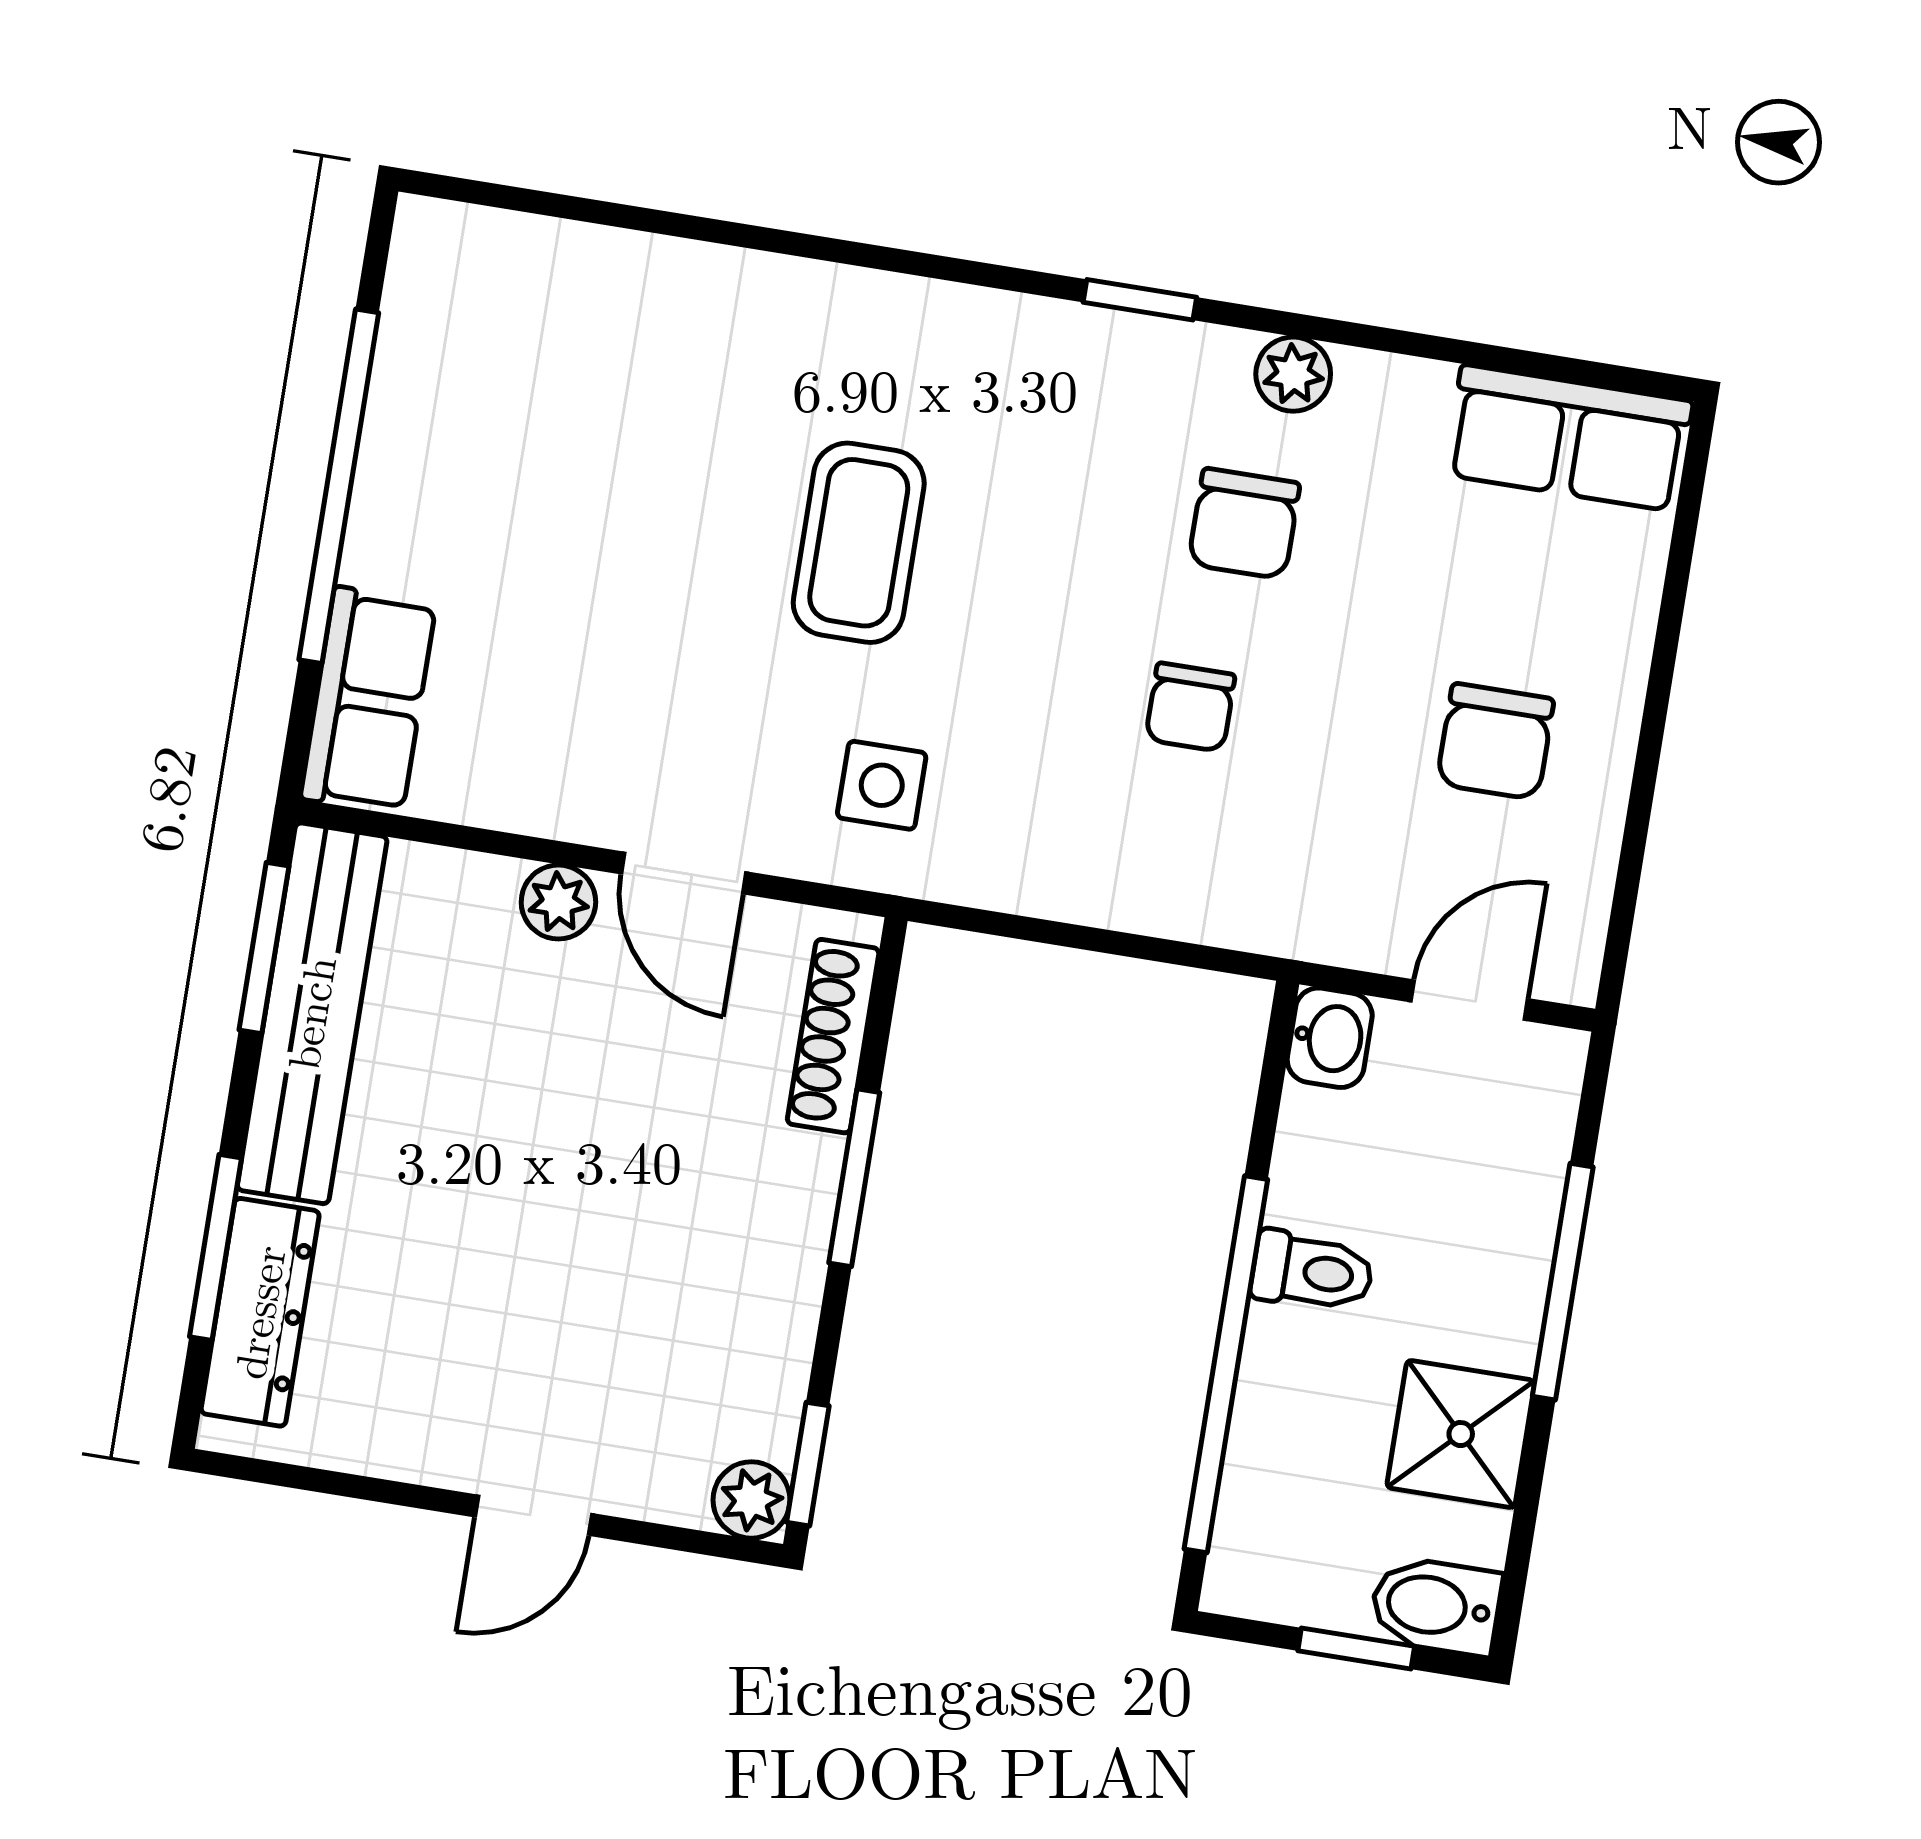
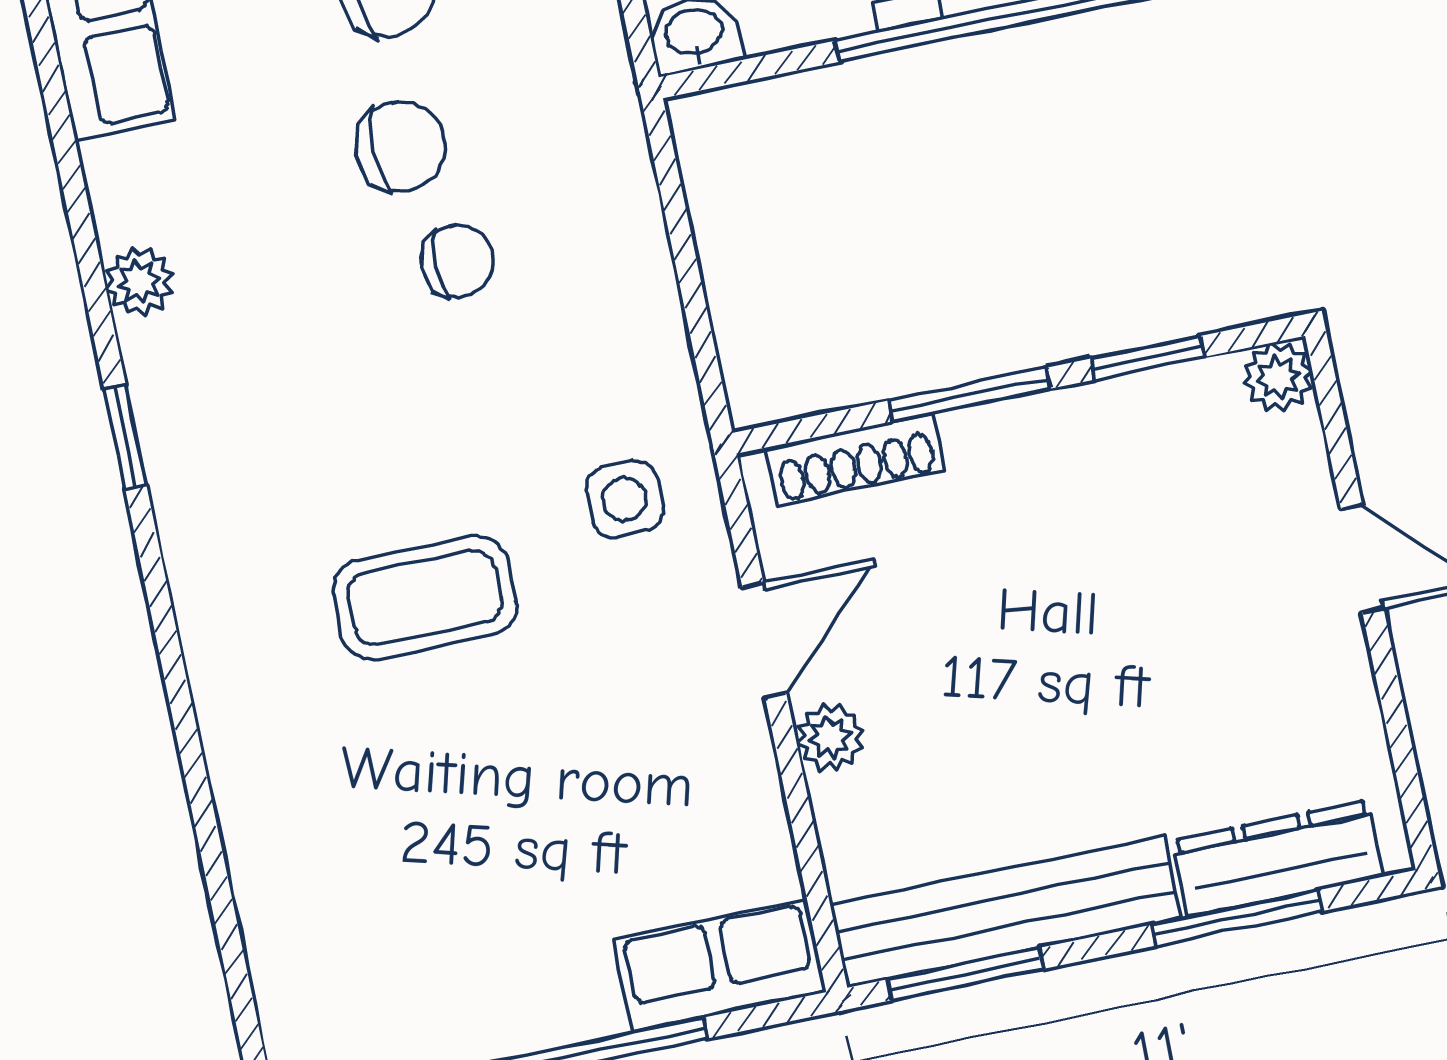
chair: (1244, 524) -> (400, 147), moved
window: (808, 1464) -> (1147, 358), moved

